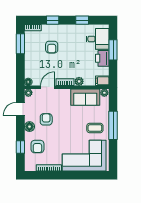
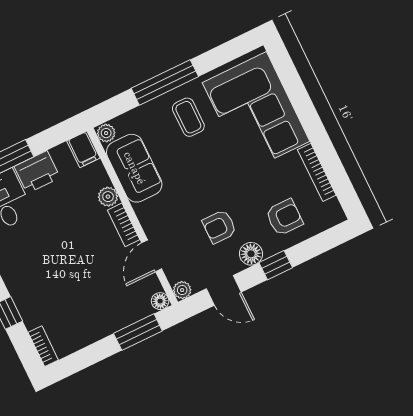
window: (20, 44) -> (138, 332), moved
armchair: (52, 47) -> (65, 288), removed
door: (48, 87) -> (152, 256), hinge flipped
window: (20, 147) -> (276, 265), moved

